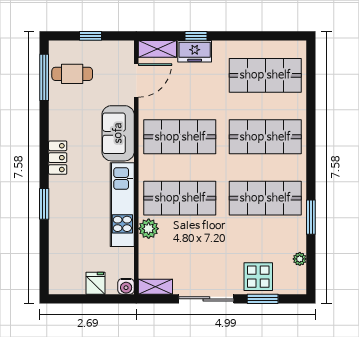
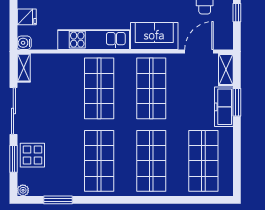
window: (196, 36) -> (237, 102), width x1.50
freezer: (195, 51) -> (224, 107), width x1.40
door: (136, 80) -> (199, 52), swing flipped
window: (311, 217) -> (58, 200), moved
plant: (149, 229) -> (73, 62), removed
plant: (300, 259) -> (23, 190), moved

